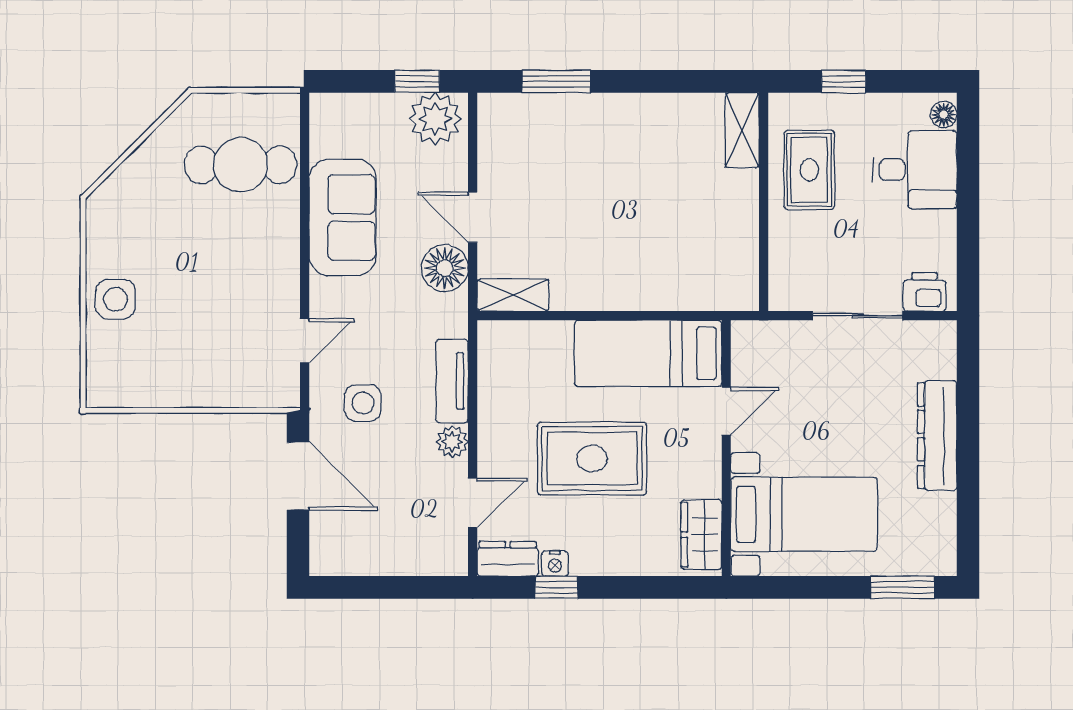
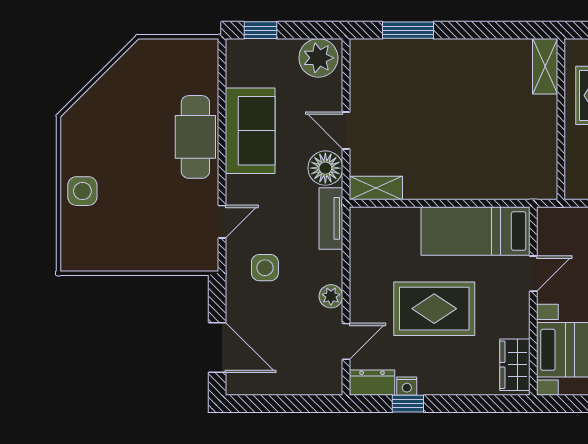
window: (417, 81) -> (260, 30), moved
cafe table: (241, 165) -> (195, 137), moved, turned 90
tv unit: (452, 381) -> (331, 218), moved
door: (298, 476) -> (217, 347), moved

